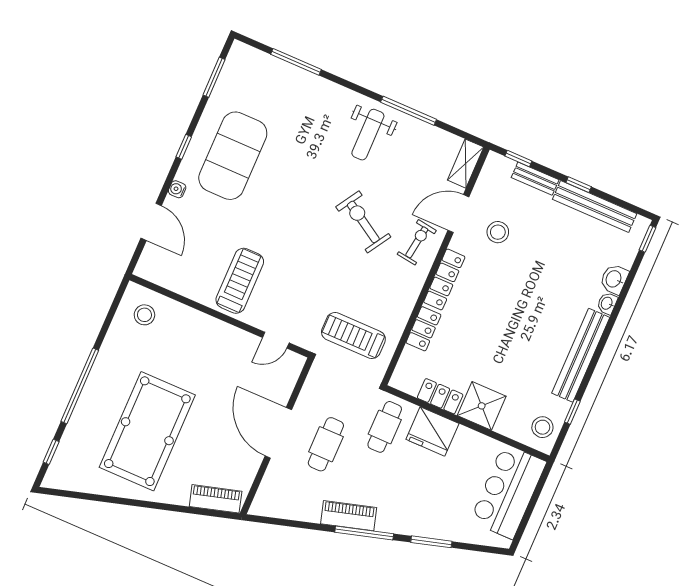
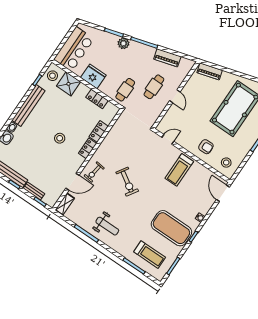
weight bench: (368, 135) -> (107, 226), turned 90
exercise mat: (233, 156) -> (171, 228), turned 90
door: (151, 222) -> (223, 193), moved
exercise bike: (363, 222) -> (127, 182), moved
stool: (498, 232) -> (60, 138), moved
locker: (444, 279) -> (88, 148), width x0.66
treadmill: (353, 336) -> (150, 255), moved
armchair: (193, 340) -> (206, 147), added
shower: (482, 406) -> (68, 84), moved
fridge: (432, 431) -> (93, 76), moved
door: (278, 433) -> (175, 96), width x0.53
piano: (349, 516) -> (167, 58), moved
plant: (407, 523) -> (123, 43), added

